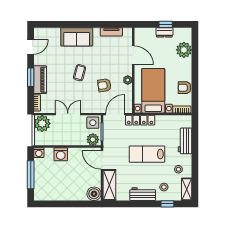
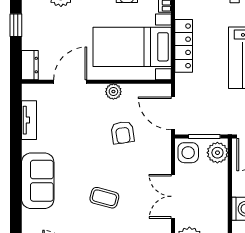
dresser: (164, 32) -> (30, 65), moved
coffee table: (80, 73) -> (104, 198), moved
locker: (140, 120) -> (184, 46), moved

